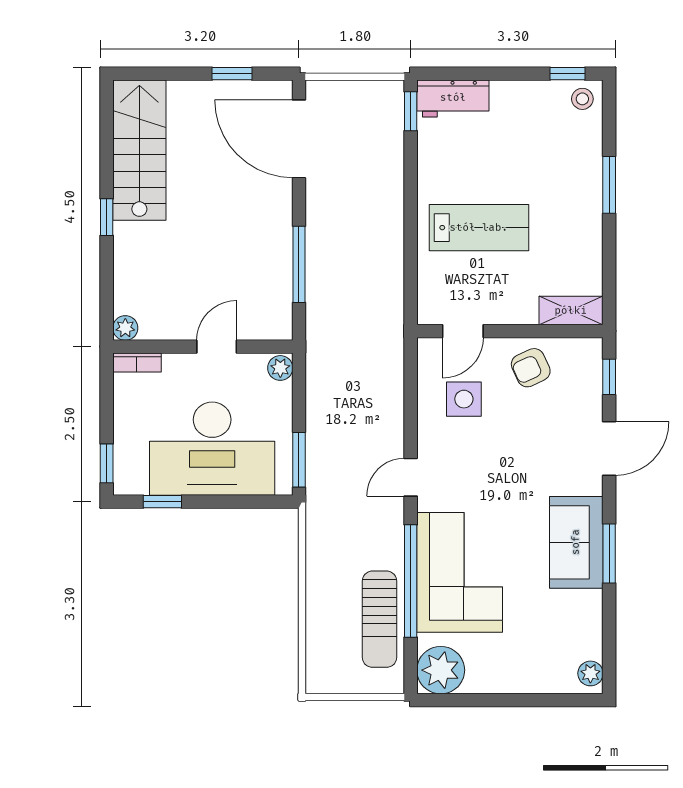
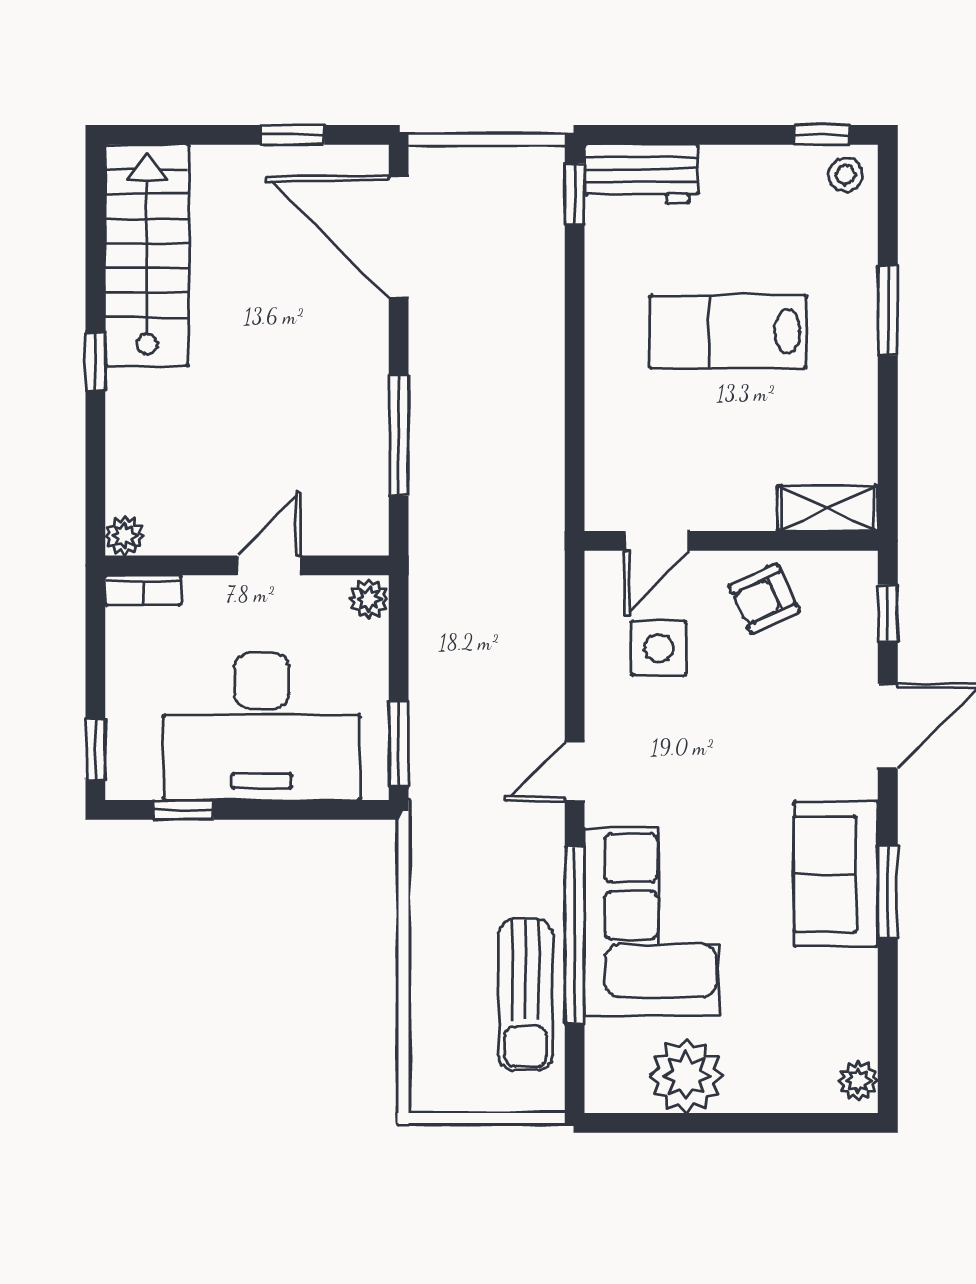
lab bench: (479, 228) -> (728, 332), moved, turned 180
plant: (441, 670) -> (686, 1076), moved

